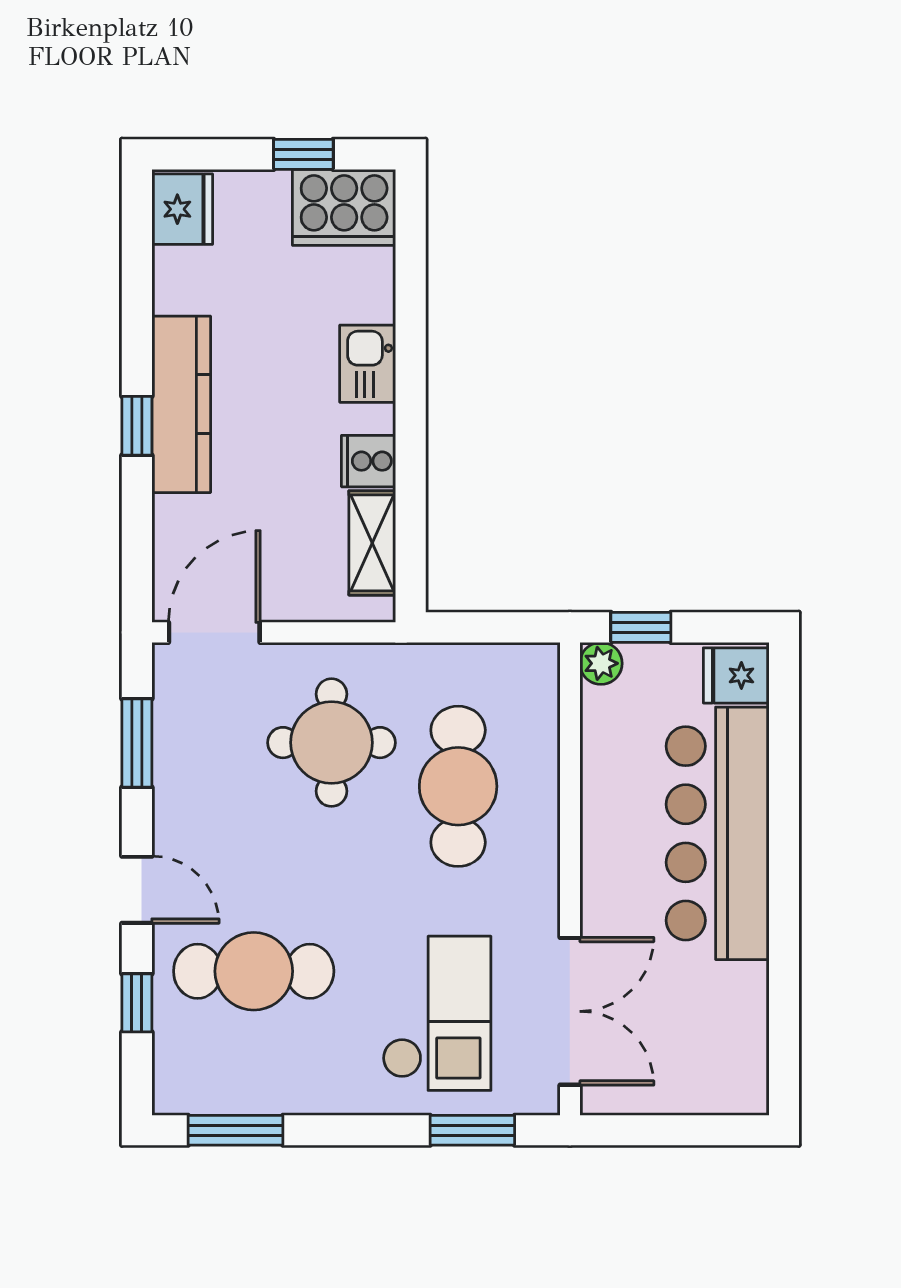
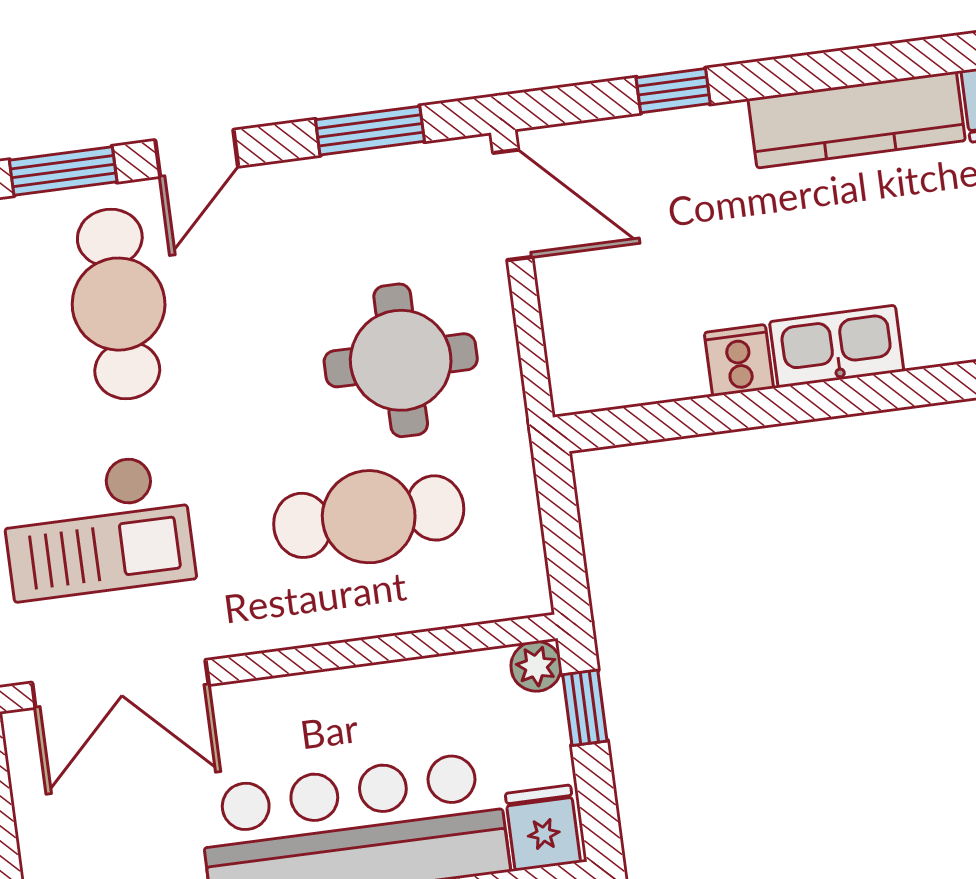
kitchen sink: (368, 364) -> (837, 346), width x1.38
kitchen counter: (181, 404) -> (857, 120), moved
window: (137, 426) -> (673, 91), moved
shelving: (372, 543) -> (643, 377), removed
window: (137, 1003) -> (63, 171), width x1.50

